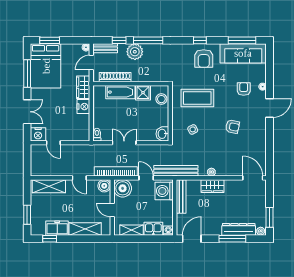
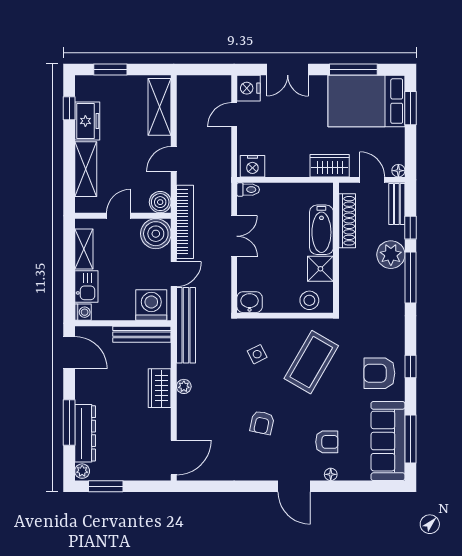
coffee table: (197, 98) -> (311, 362), turned 30
nightstand: (83, 107) -> (252, 166), moved

